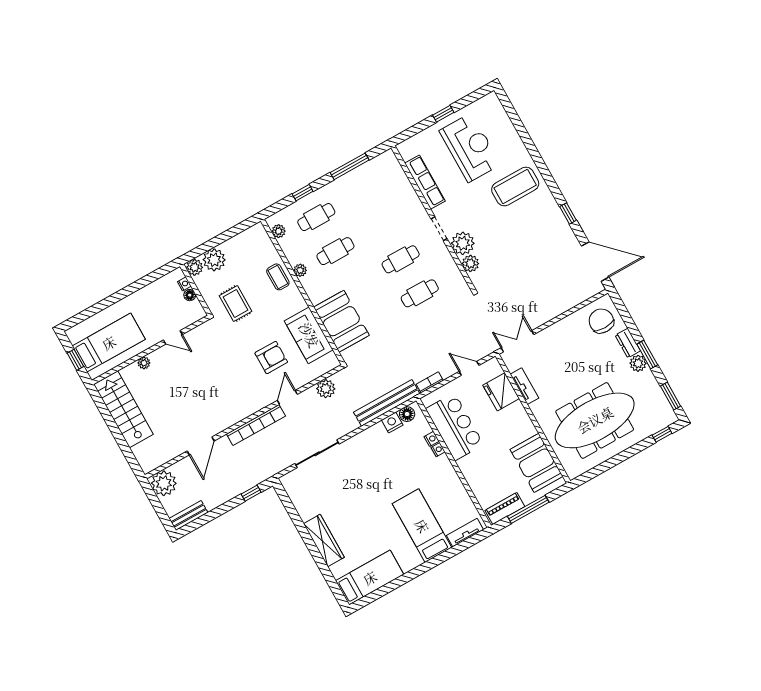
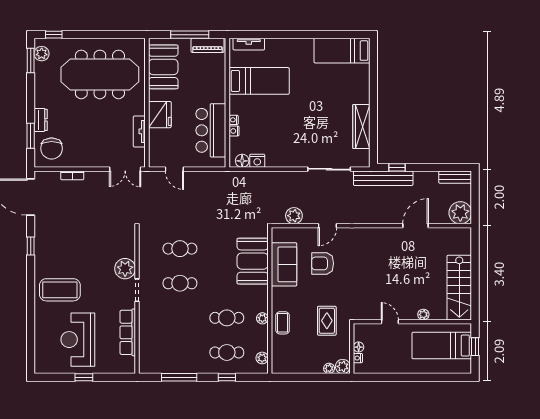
plant: (214, 260) -> (329, 368), width x0.53, depth x0.53
plant: (470, 263) -> (128, 250), removed
window: (647, 354) -> (31, 136), moved
plant: (638, 363) -> (42, 54), moved
bookcase: (430, 382) -> (72, 175), moved
fridge: (501, 392) -> (160, 115), moved
bench: (387, 403) -> (383, 178), moved
bookcase: (256, 425) -> (364, 218), removed
bed: (422, 526) -> (259, 81), moved, turned -90
wardrobe: (324, 540) -> (361, 127), moved

